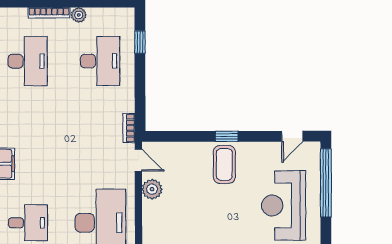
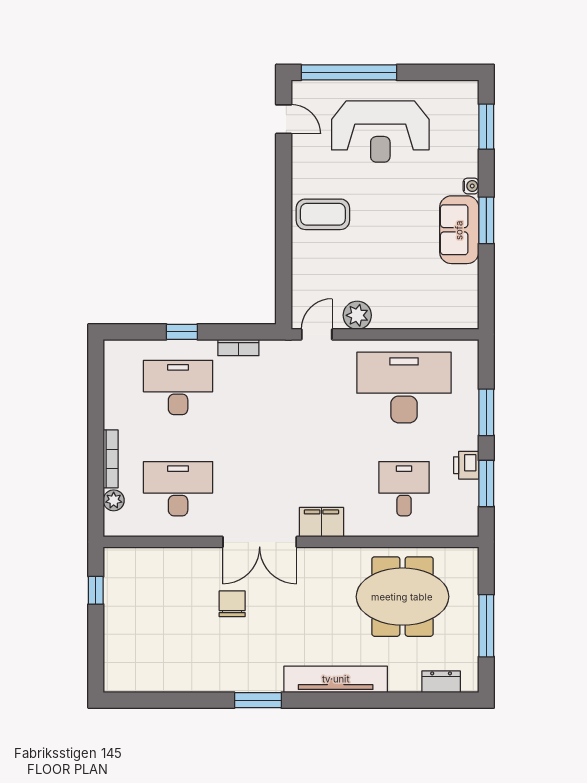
plant: (79, 15) -> (114, 500), moved
window: (140, 42) -> (182, 332), moved
bookcase: (129, 128) -> (238, 348), moved
window: (227, 136) -> (284, 211), removed

